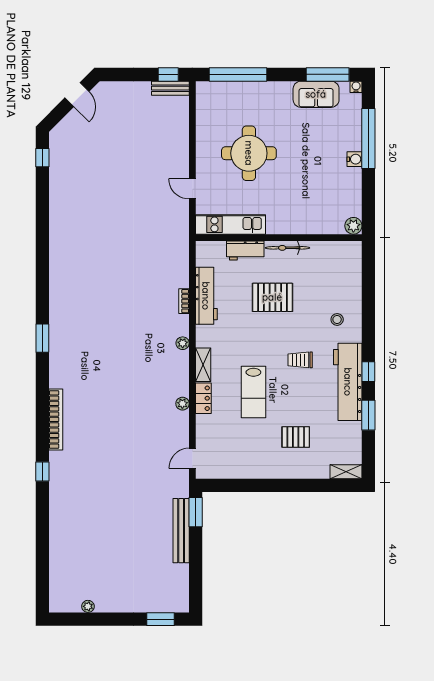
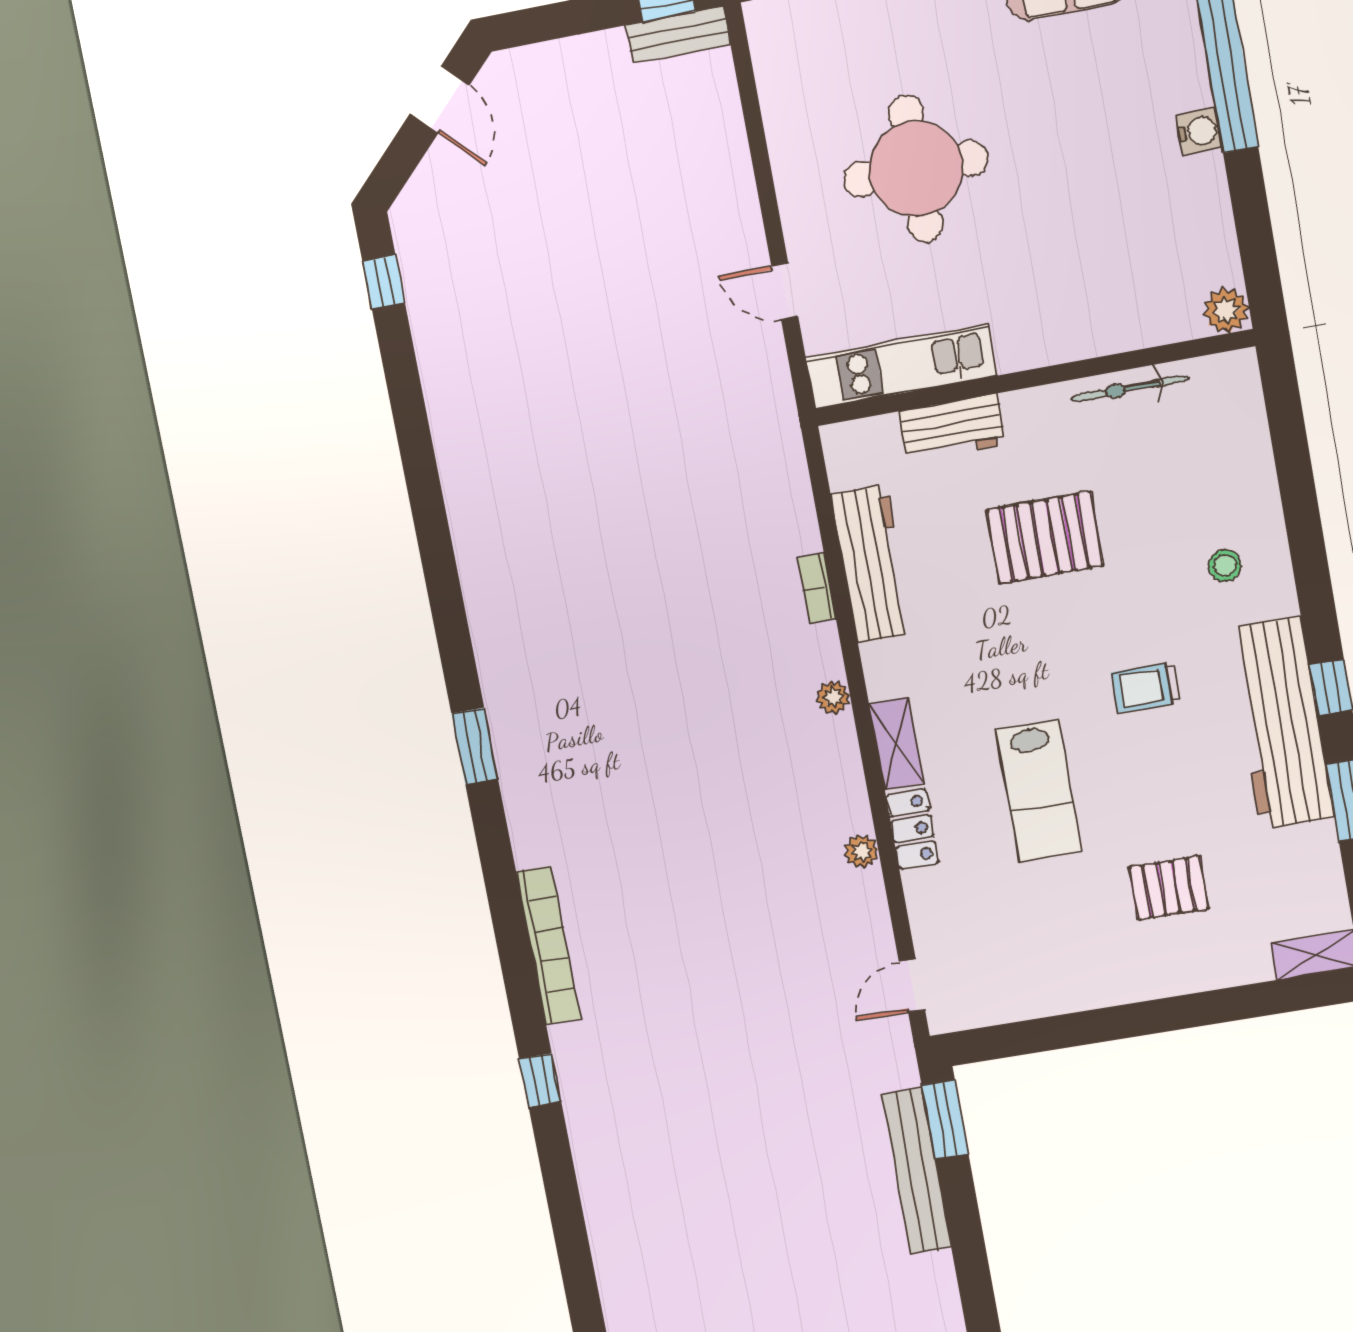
bicycle: (288, 248) -> (1130, 388), moved

